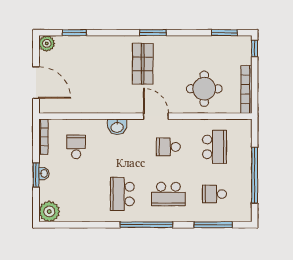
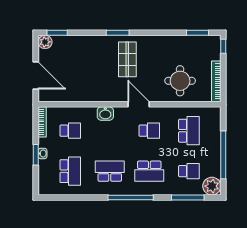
window: (74, 33) -> (57, 33), moved
window: (153, 33) -> (118, 33), moved
school desk: (76, 147) -> (70, 131), turned 90
school desk: (168, 147) -> (149, 131), turned 180
school desk: (76, 194) -> (70, 171), added
school desk: (122, 194) -> (110, 171), turned 90
school desk: (214, 194) -> (189, 171), turned 180
plant: (49, 211) -> (212, 186), moved

